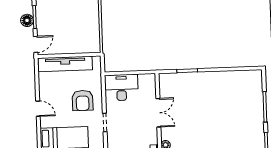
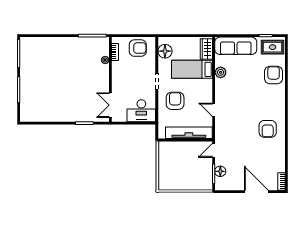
door: (38, 109) -> (214, 110), moved
double door: (158, 113) -> (110, 105), moved
plant: (31, 136) -> (221, 72), added

